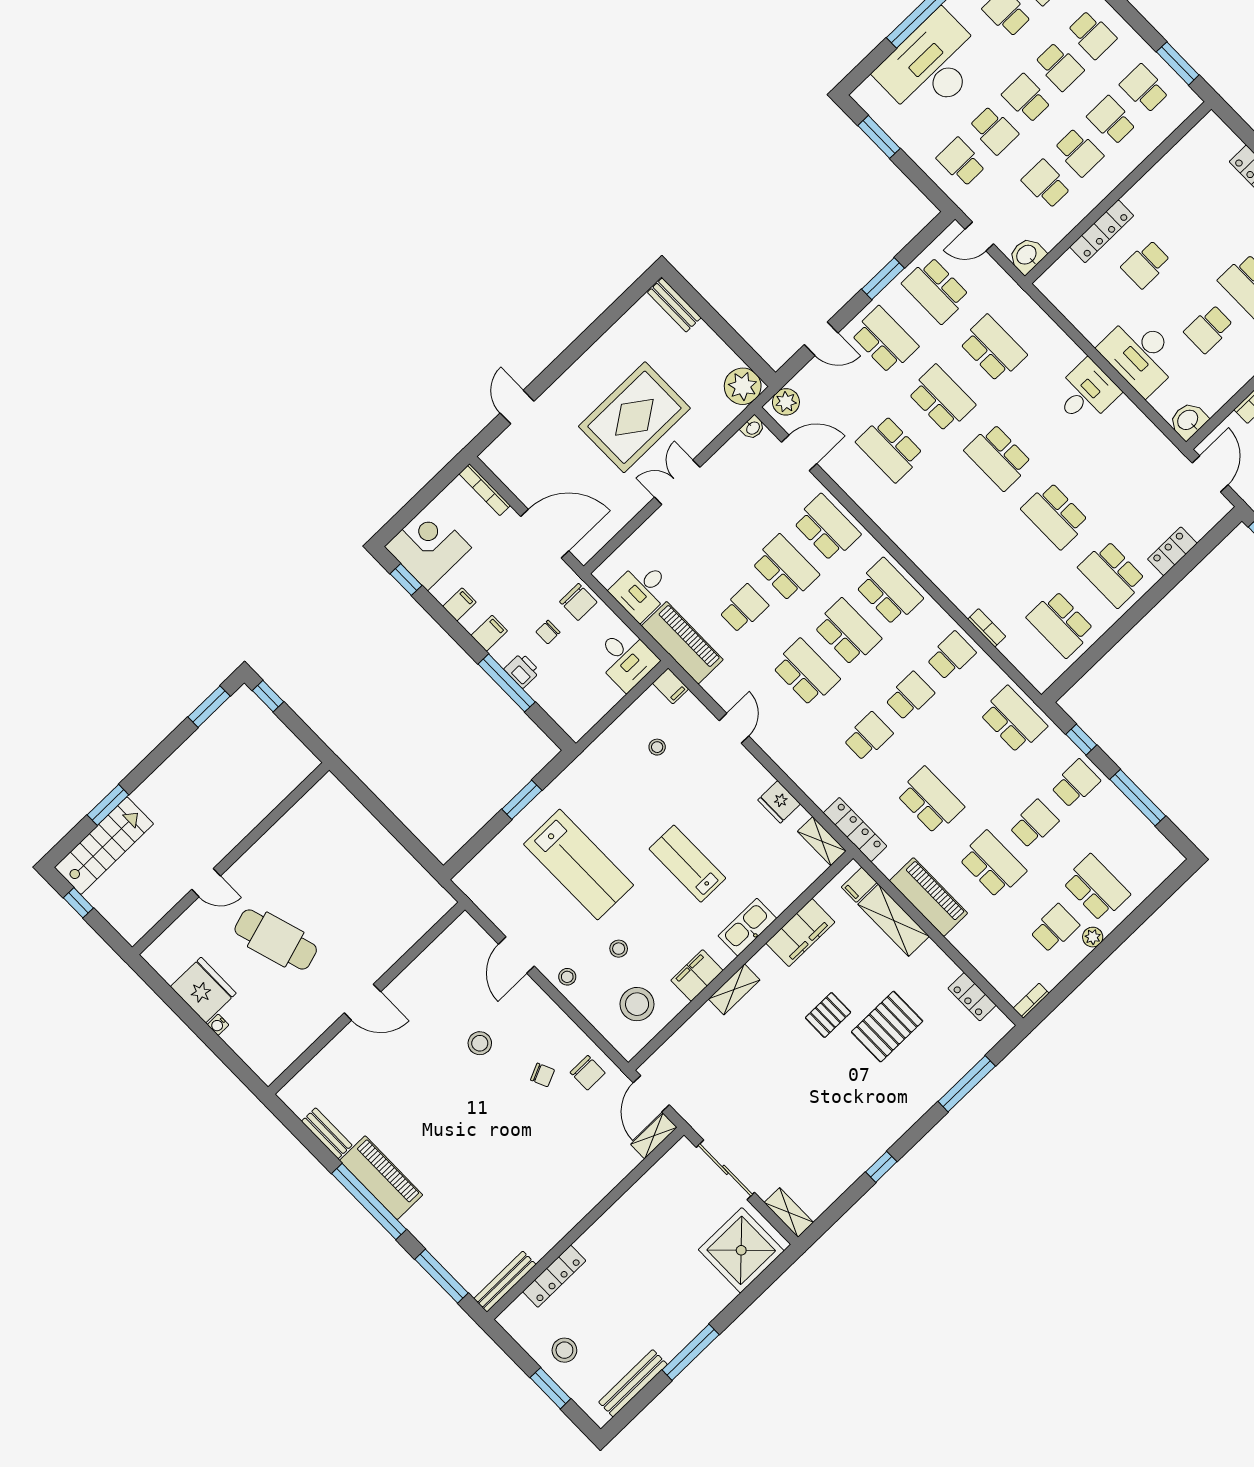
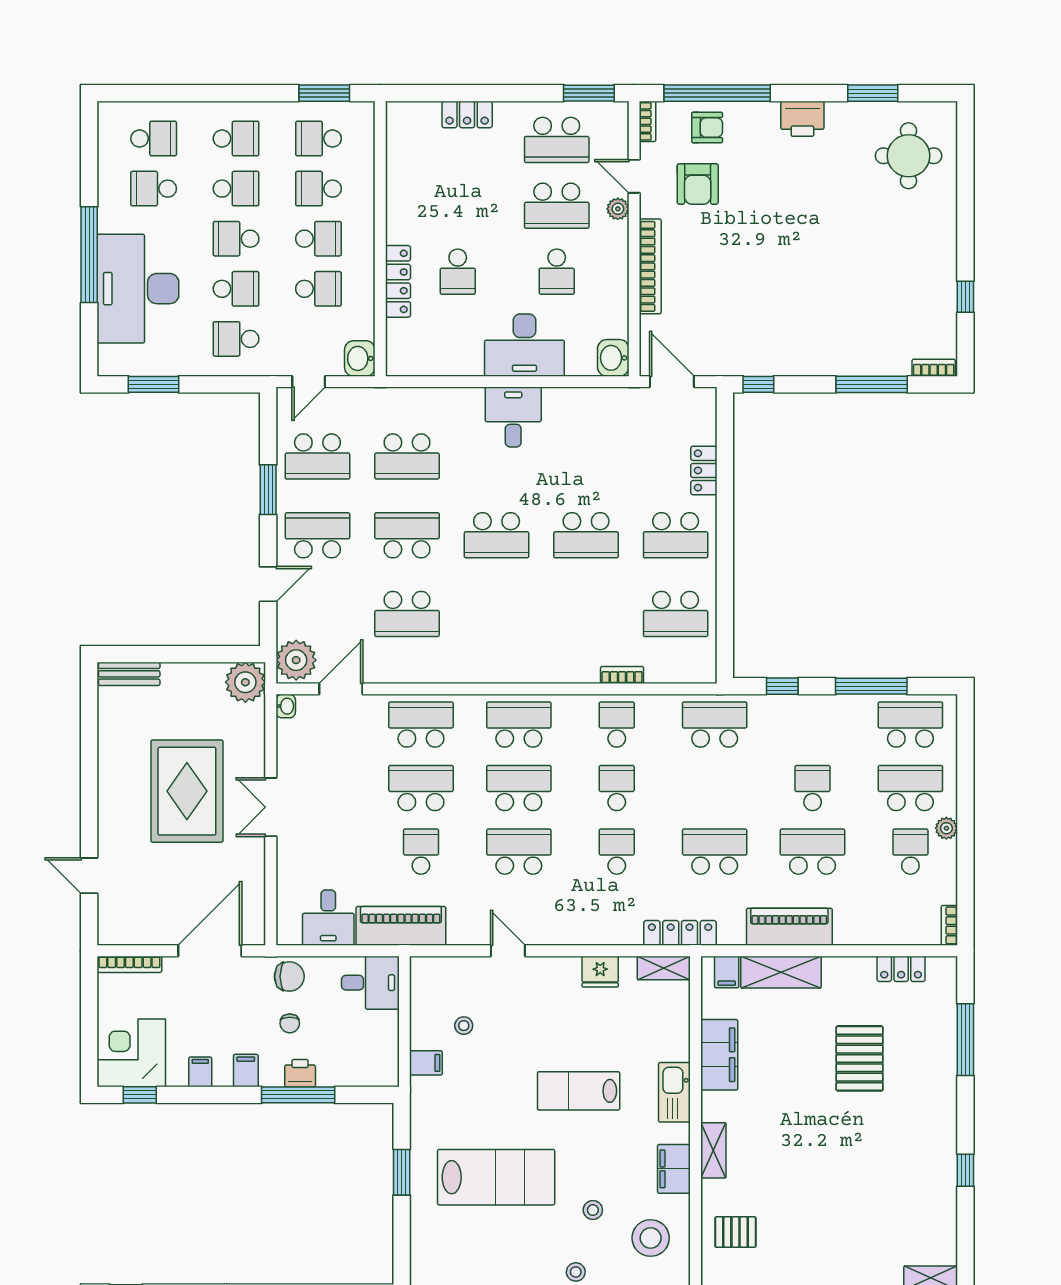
school desk: (1046, 184) -> (318, 289), turned 180
school desk: (993, 348) -> (407, 457), turned 180
plant: (786, 402) -> (296, 660), width x1.36, depth x1.36
filing cabinet: (671, 686) -> (426, 1063), moved
school desk: (1075, 784) -> (910, 724), moved, width x1.85
pallet: (828, 1015) -> (735, 1232), moved, turned 90

